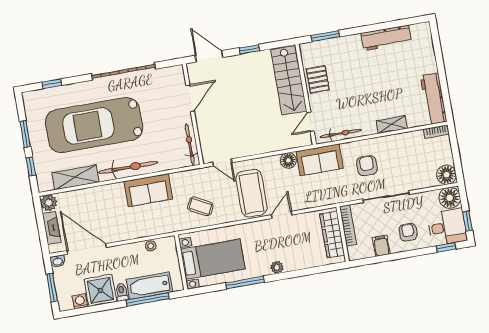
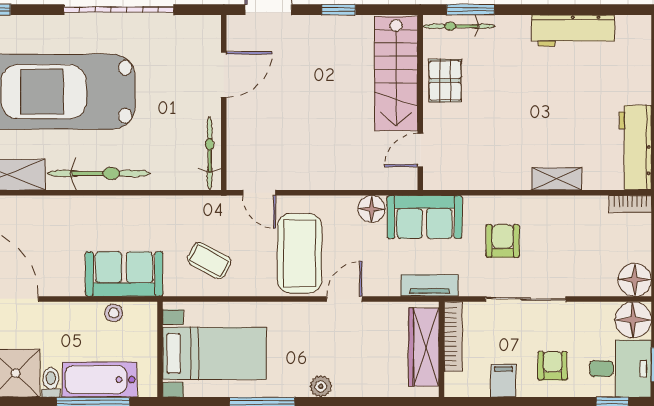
bicycle: (341, 133) -> (459, 26), moved, turned 180
sofa: (148, 190) -> (124, 274), moved, turned 180
tv unit: (329, 199) -> (430, 285), added

